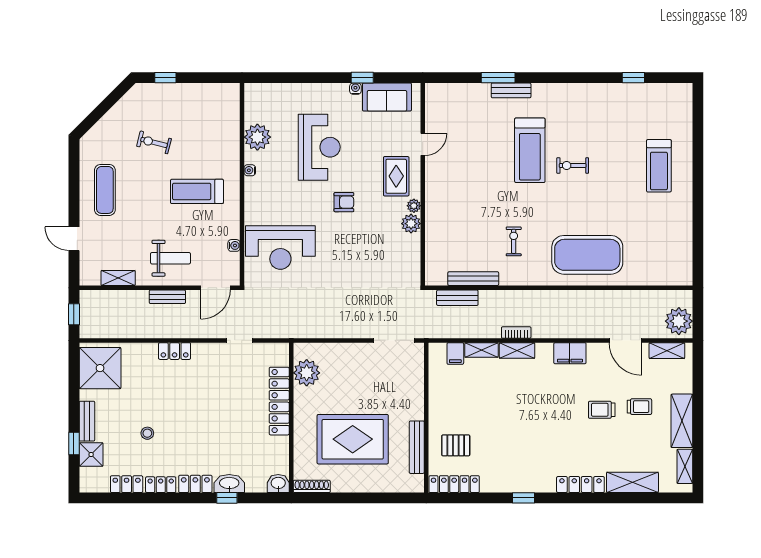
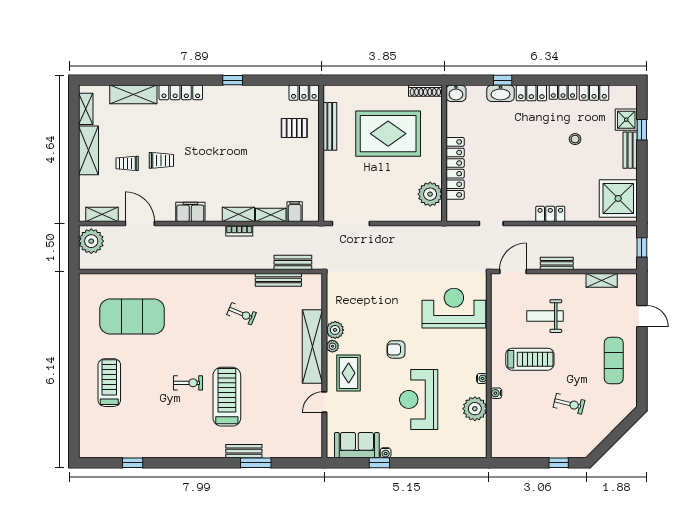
shelving: (436, 205) -> (312, 347), added
exercise bike: (514, 241) -> (242, 314), turned -67
water cooler: (234, 245) -> (496, 393), moved
exercise mat: (587, 255) -> (132, 317), moved
weight bench: (170, 258) -> (545, 316), moved
locker: (454, 484) -> (304, 93), width x0.66

